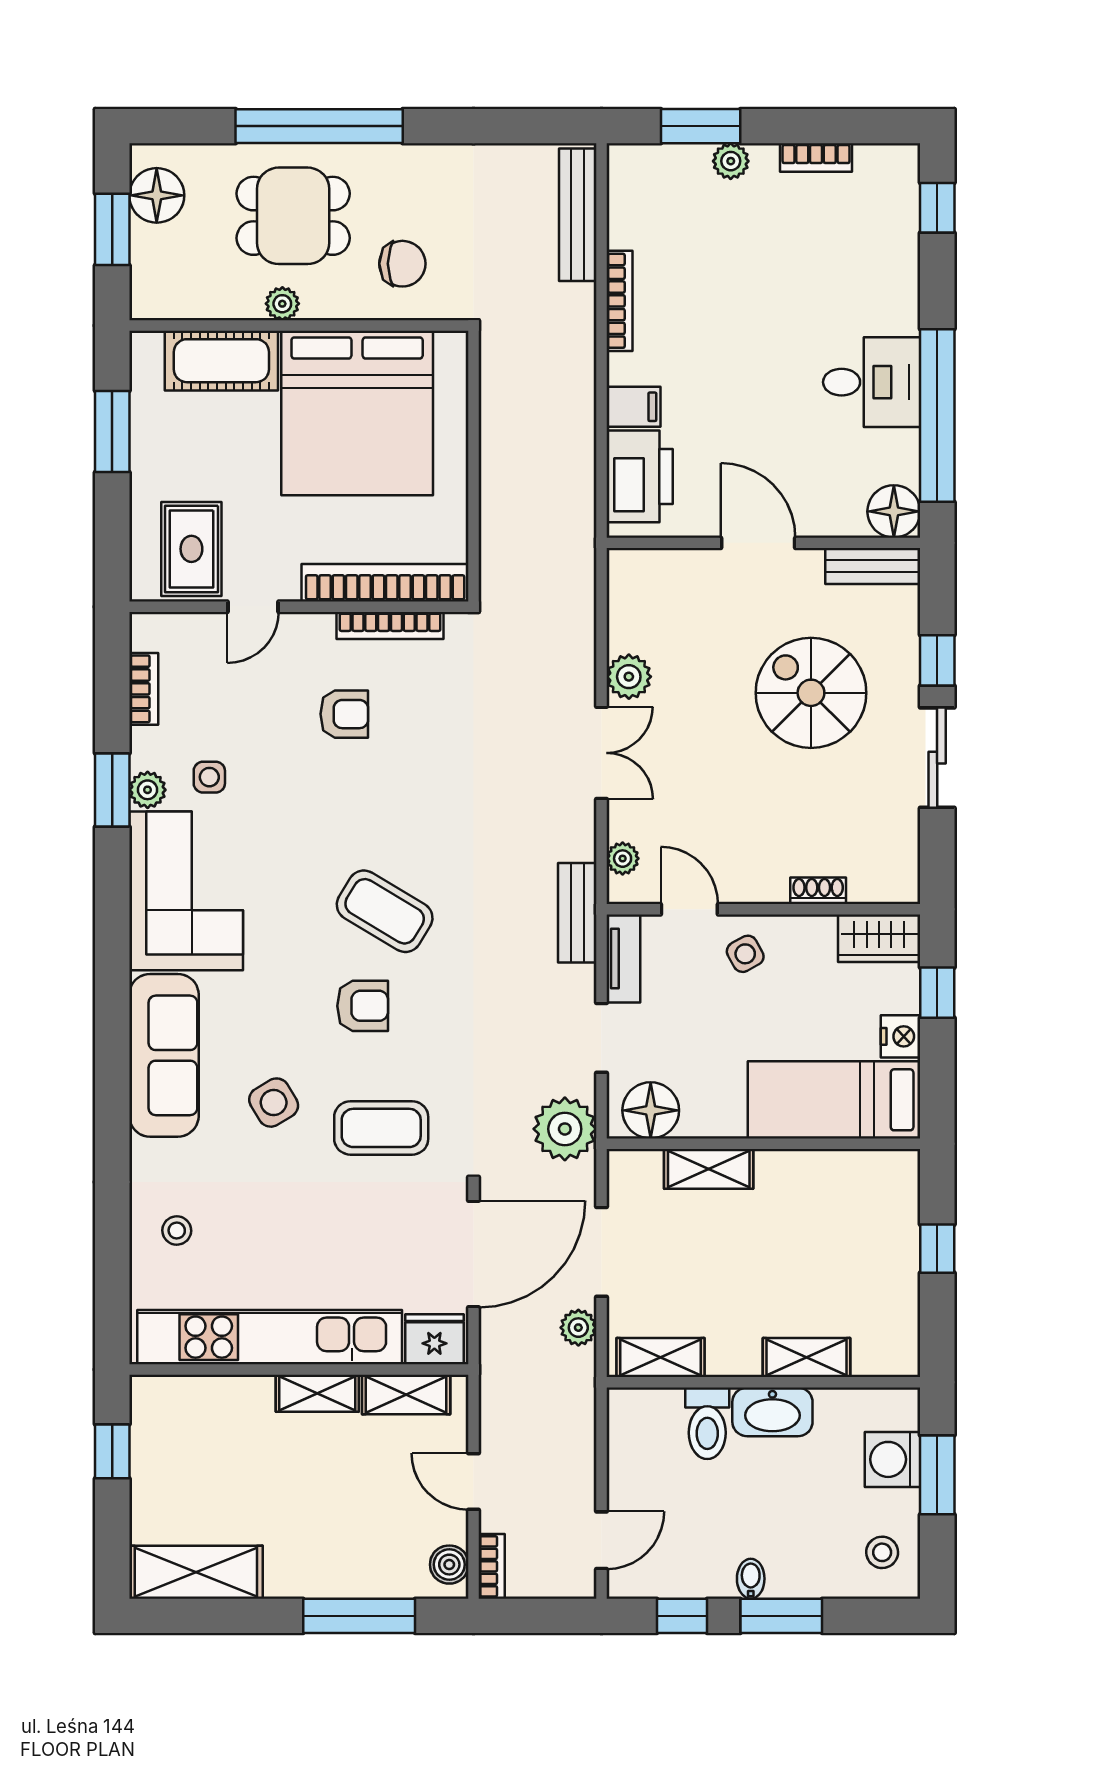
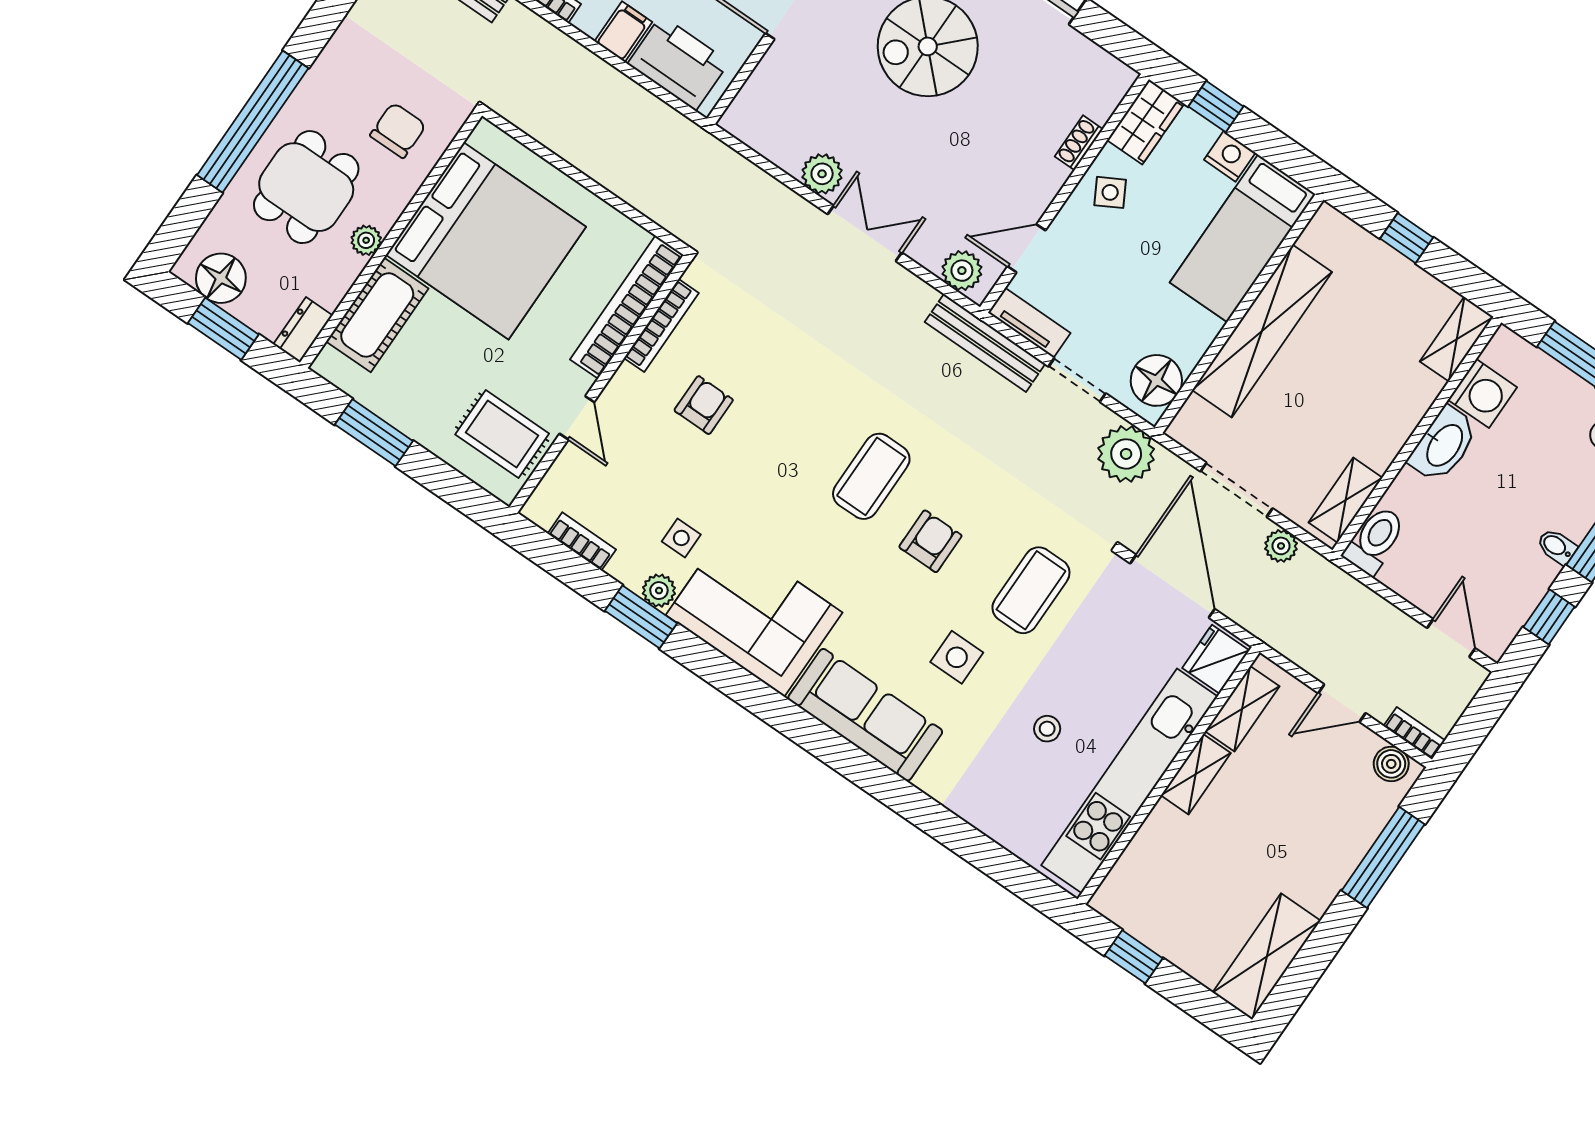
dresser: (161, 302) -> (303, 330), added
plant: (623, 859) -> (962, 271), width x1.38, depth x1.38
coffee table: (385, 911) -> (871, 476), turned -31
bench: (577, 913) -> (985, 343), width x1.36
side table: (745, 954) -> (1110, 192), moved
side table: (274, 1103) -> (957, 657), turned 31
shelving: (709, 1169) -> (1262, 331), width x2.20, depth x1.33
stool: (177, 1231) -> (1047, 729), moved
shelving: (806, 1358) -> (1457, 339), moved
toilet: (707, 1423) -> (1375, 540), moved, turned -90
washing machine: (893, 1459) -> (1482, 393), moved, turned -90

